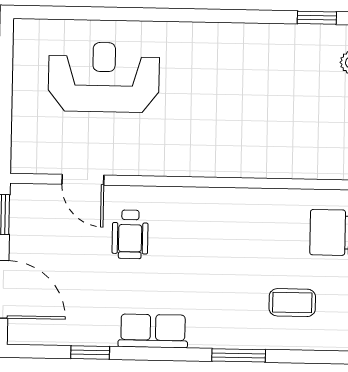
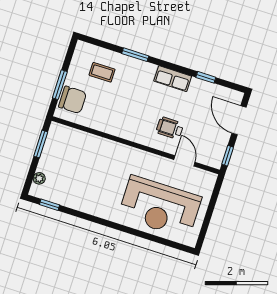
reception desk: (104, 77) -> (160, 207), width x1.36, depth x1.30
wheelchair: (130, 234) -> (170, 128), turned -90

